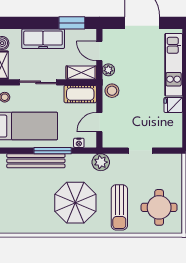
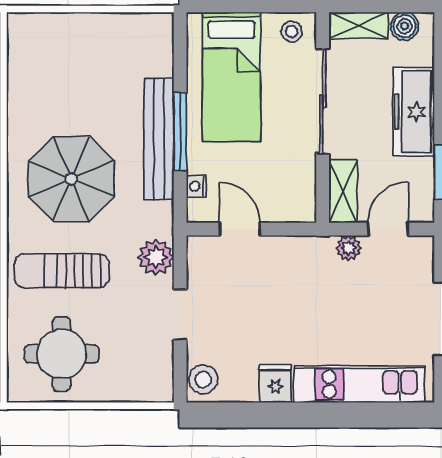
sliding door: (38, 82) -> (323, 101), width x1.37
stool: (112, 91) -> (203, 380), moved
cot: (80, 94) -> (298, 189), removed
bench: (36, 161) -> (159, 139), moved
plant: (101, 162) -> (156, 257), moved

